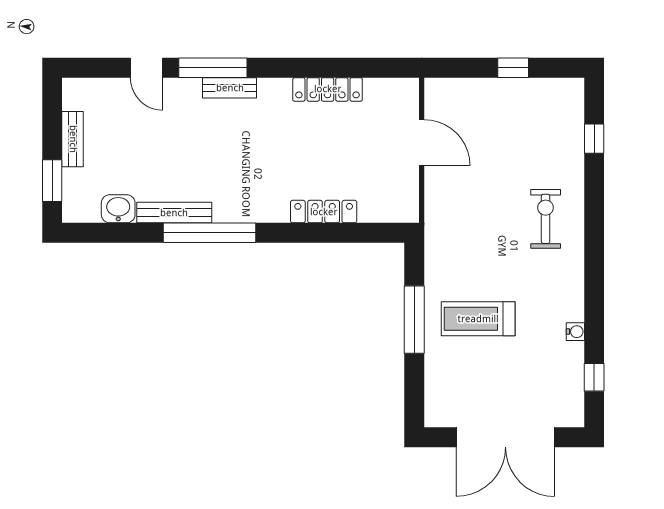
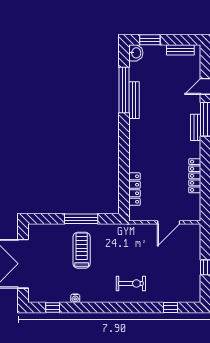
bench: (73, 139) -> (180, 50), moved
washbasin: (118, 209) -> (136, 53), moved
locker: (324, 212) -> (134, 189), moved
window: (209, 233) -> (124, 90), moved

